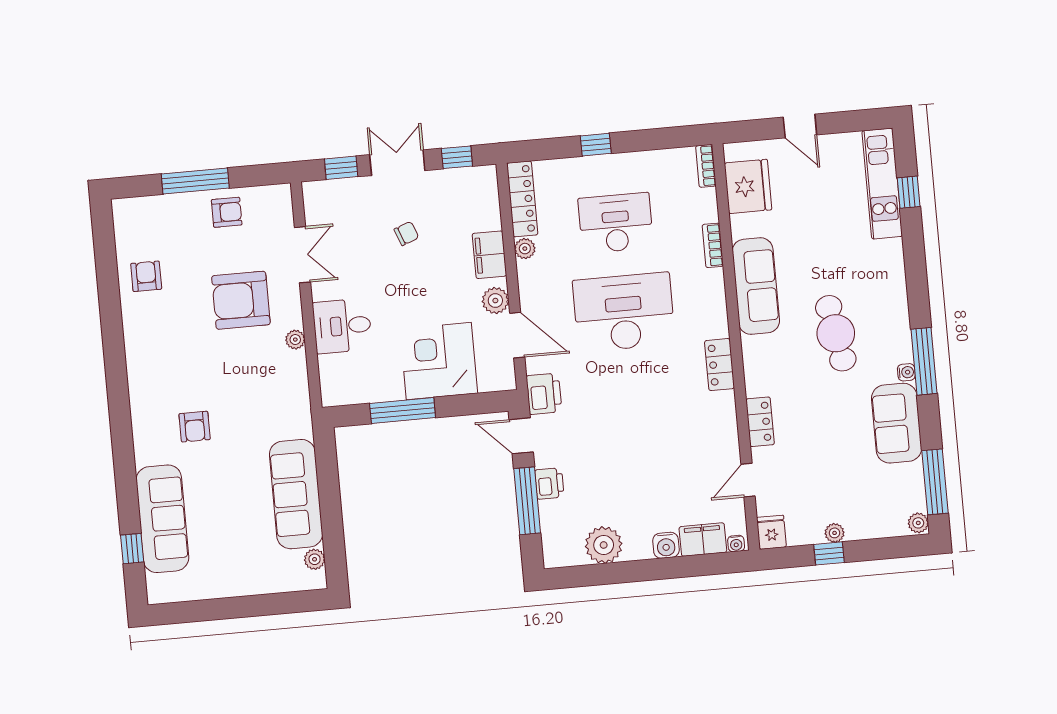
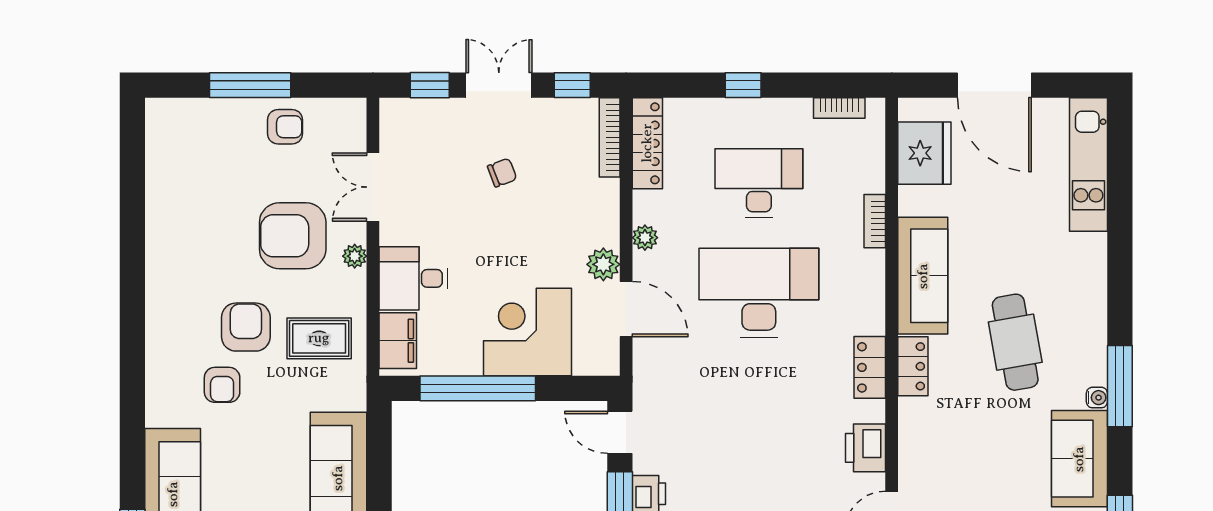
door: (800, 126) -> (994, 85), width x1.88
bookcase: (706, 166) -> (839, 108), moved, turned -90
window: (909, 192) -> (1120, 178), removed
bookcase: (491, 197) -> (610, 137), added
plant: (525, 249) -> (645, 238), moved
double door: (302, 255) -> (373, 187), swing flipped
filing cabinet: (489, 255) -> (398, 341), moved, turned 180
armchair: (146, 276) -> (246, 327), moved, width x1.38, depth x1.38
plant: (295, 340) -> (355, 256), moved
rug: (270, 382) -> (319, 338), added
printer: (544, 394) -> (865, 448), moved, turned 180
window: (403, 411) -> (478, 388), width x1.46
locker: (760, 422) -> (913, 366), moved

